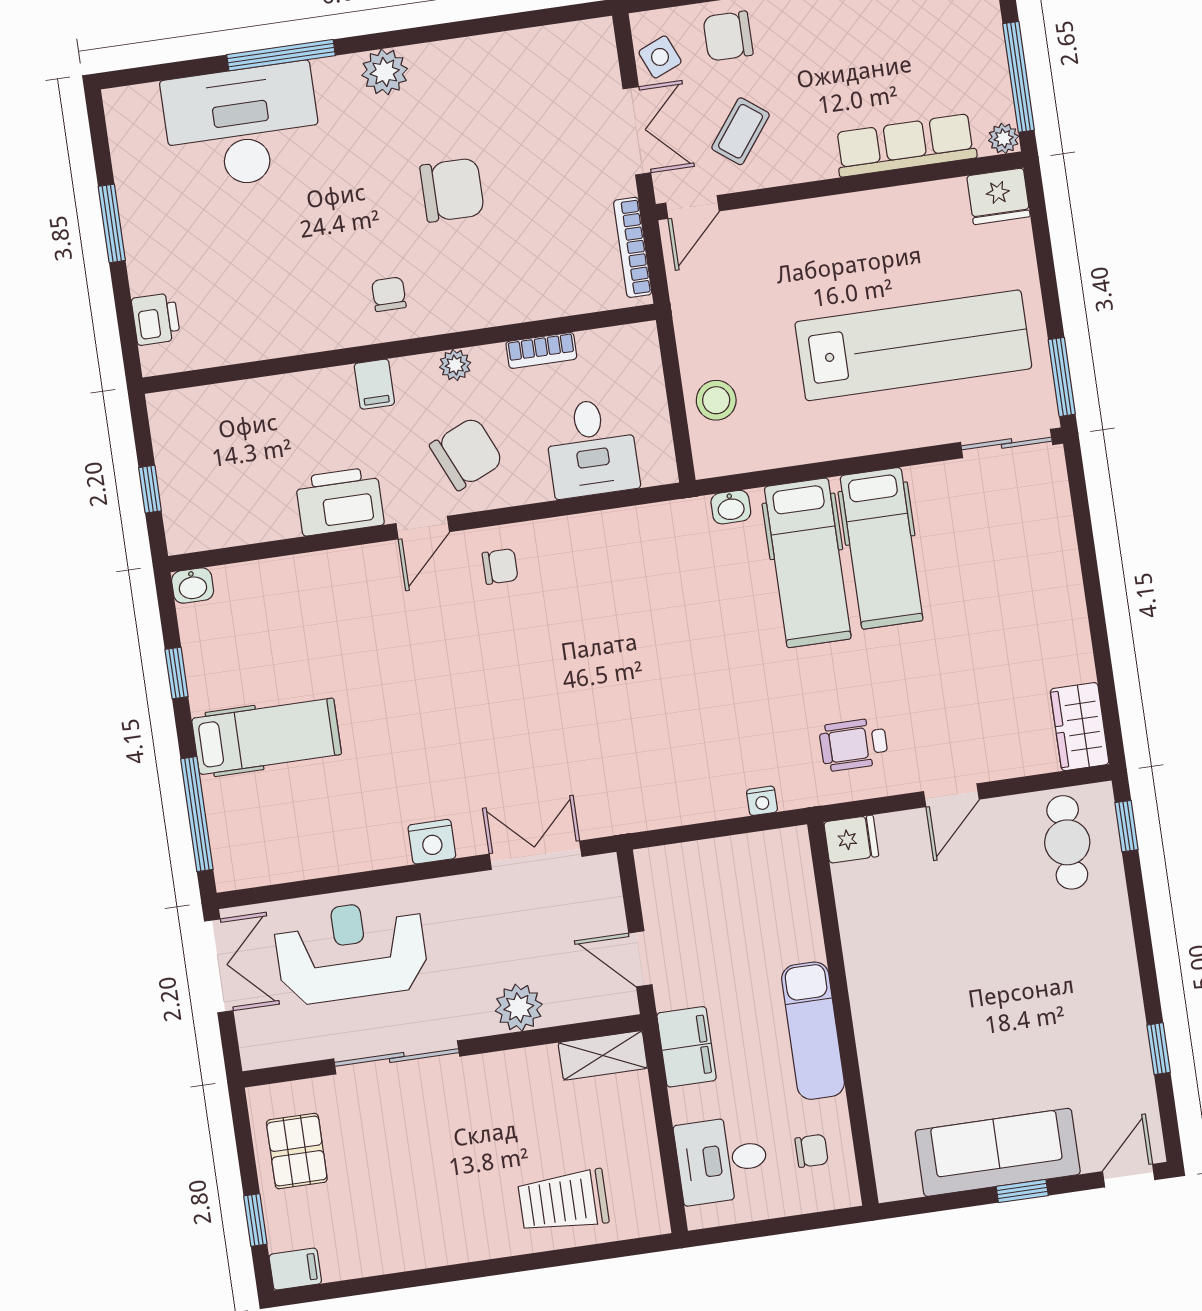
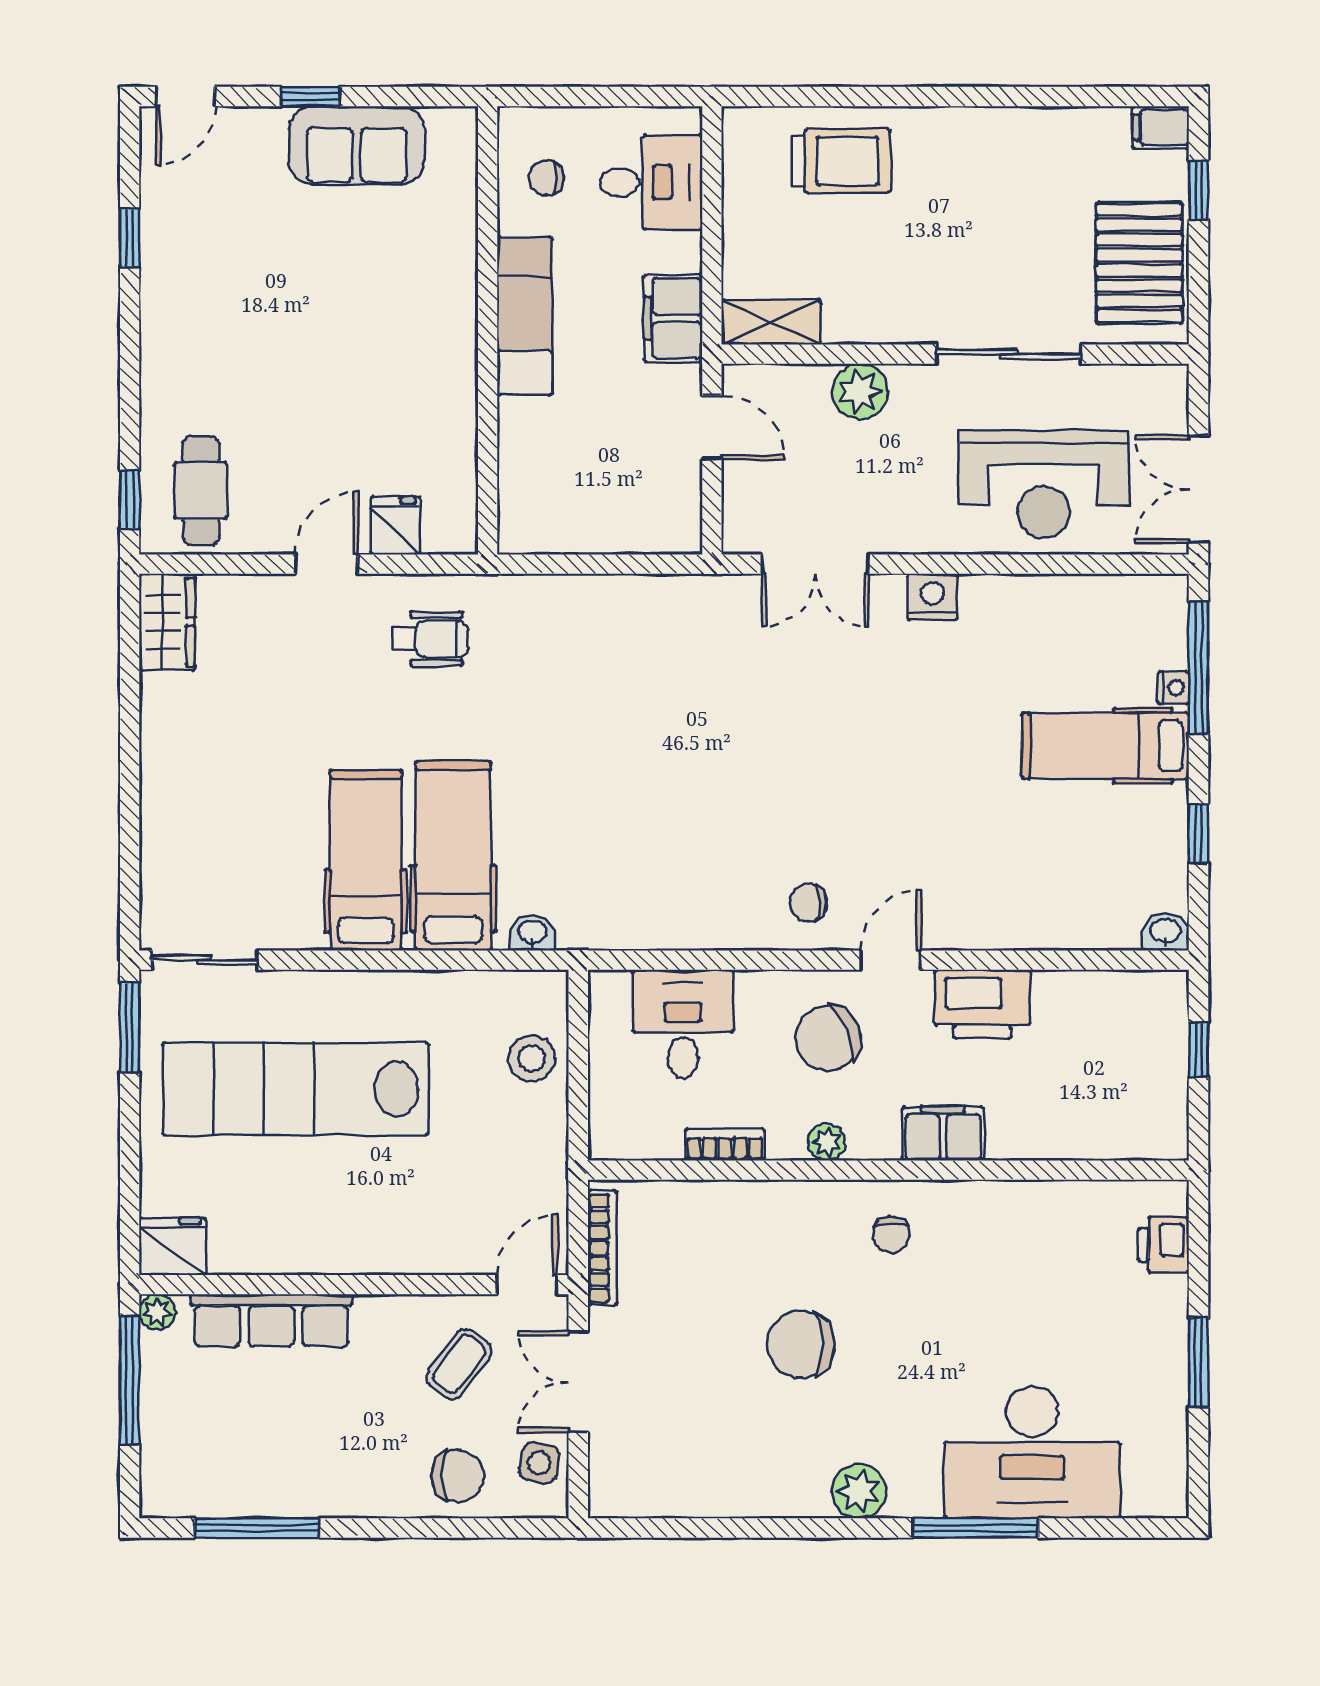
side table: (660, 57) -> (539, 1463), turned 35
filing cabinet: (374, 384) -> (943, 1133), width x2.00
nightstand: (762, 801) -> (1173, 688), moved, turned 90
fridge: (851, 839) -> (395, 526), moved, turned 90
pallet: (297, 1151) -> (1139, 263), width x1.50, depth x1.42
sofa: (998, 1152) -> (357, 145), width x0.73

